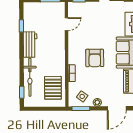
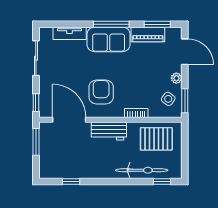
door: (66, 24) -> (69, 120), width x1.88
workbench: (30, 45) -> (109, 131), moved, turned 180
armchair: (95, 58) -> (101, 92), moved, turned -90

